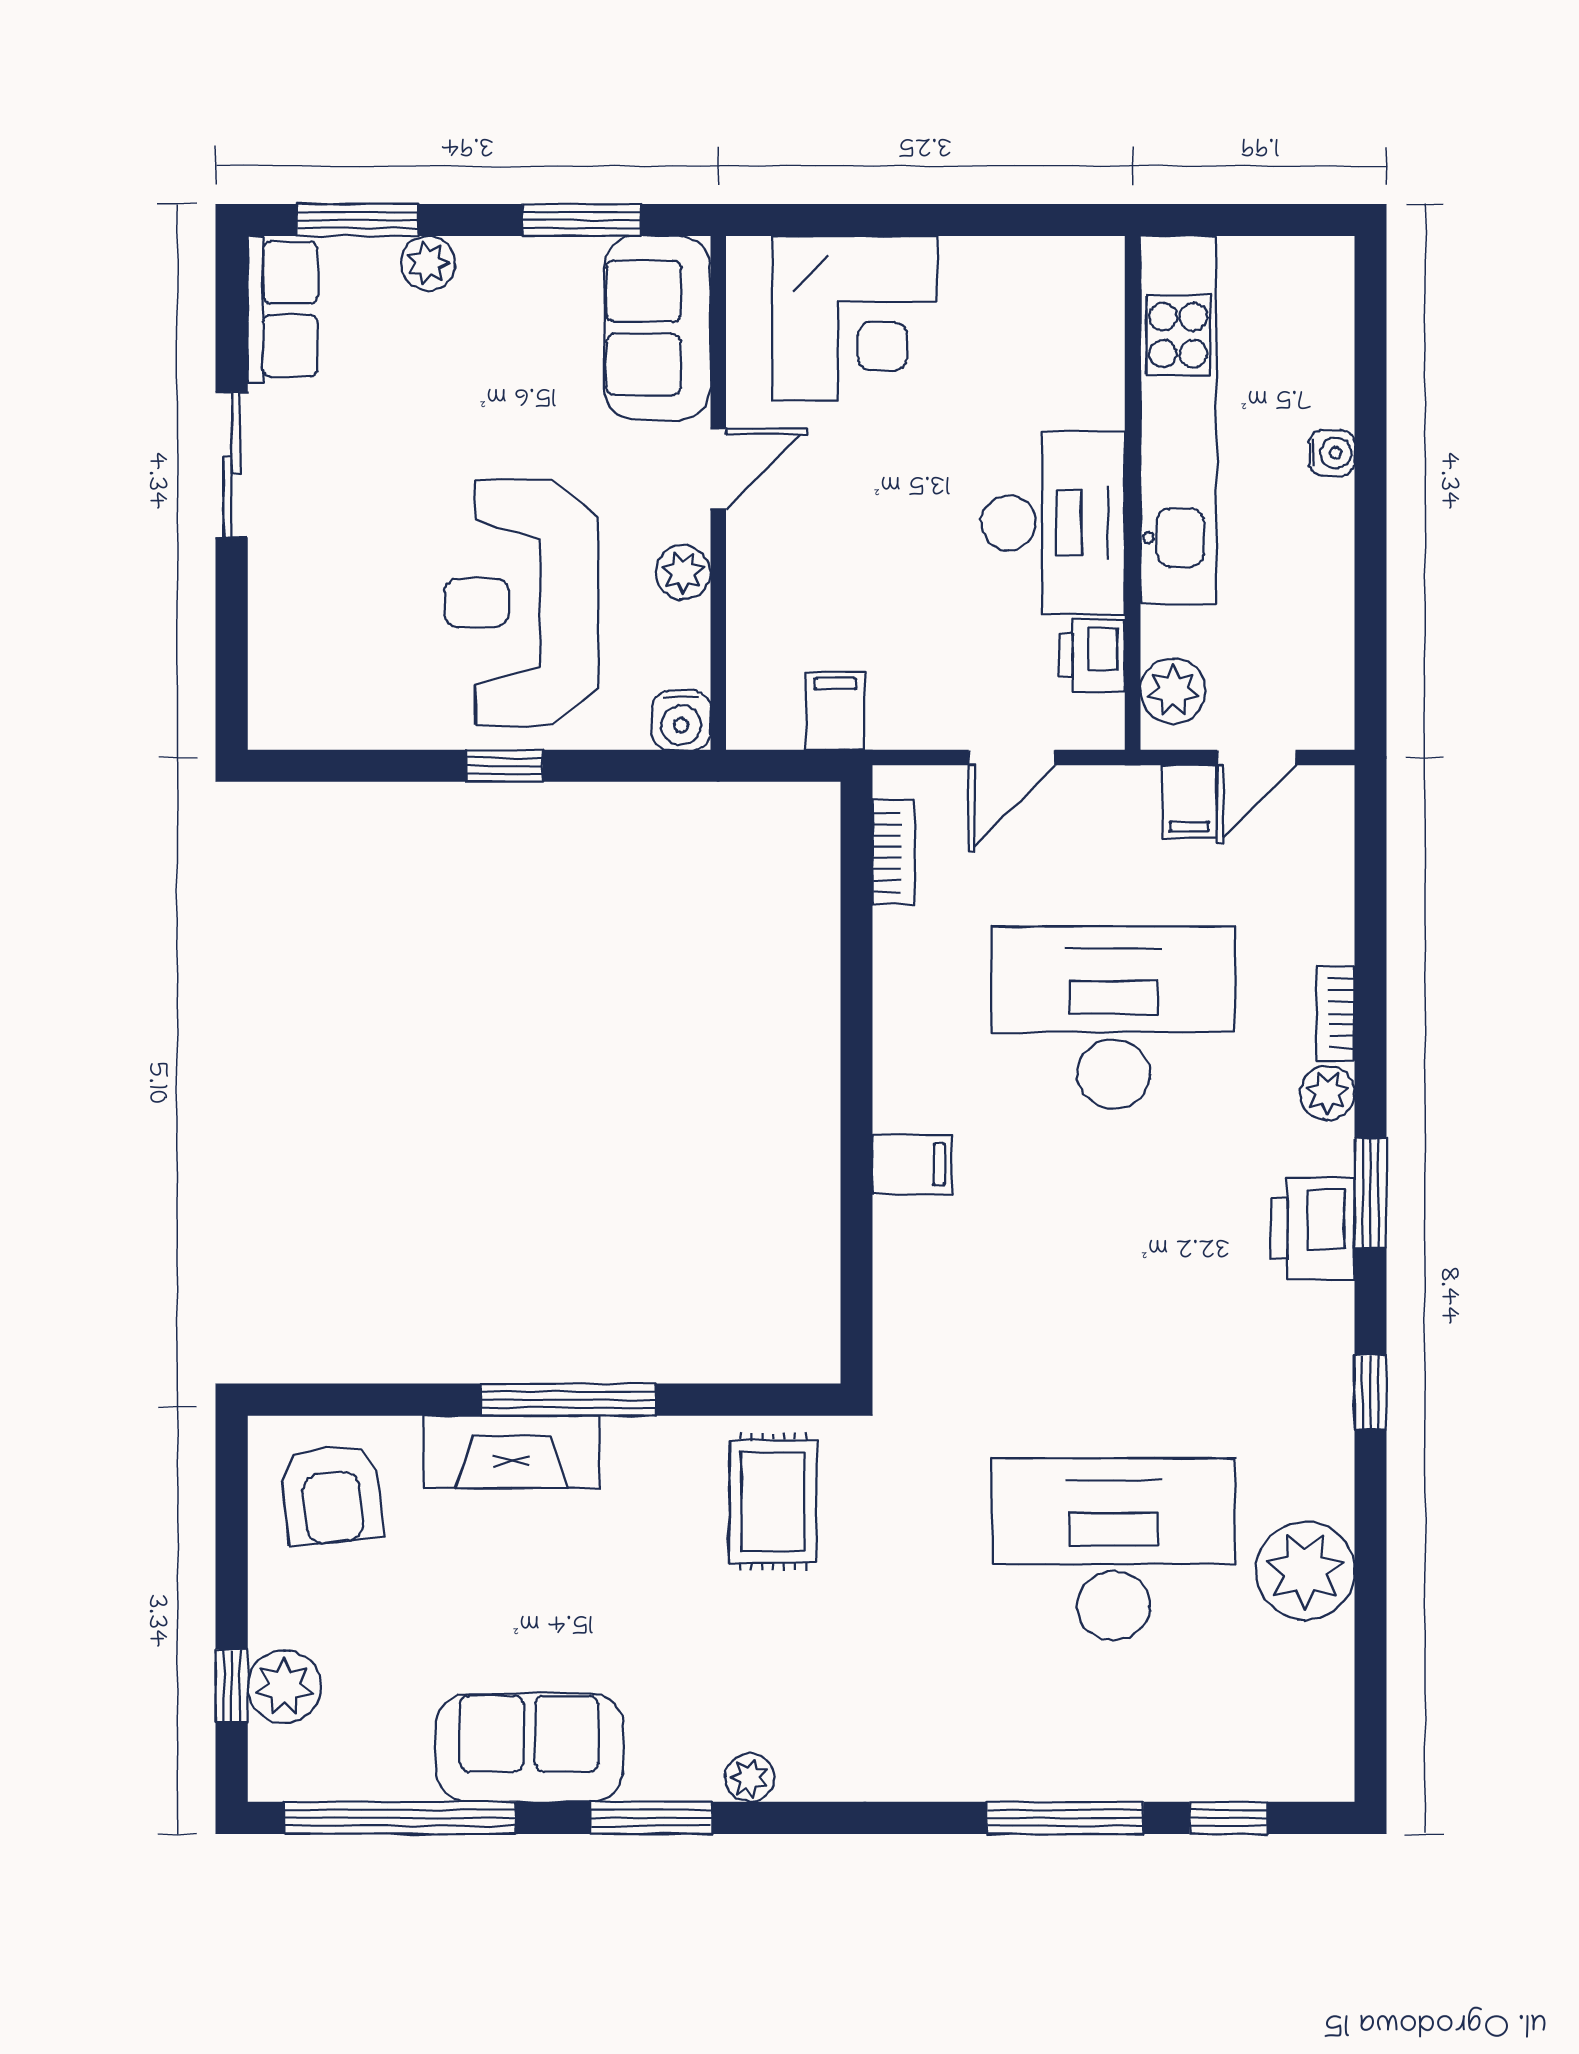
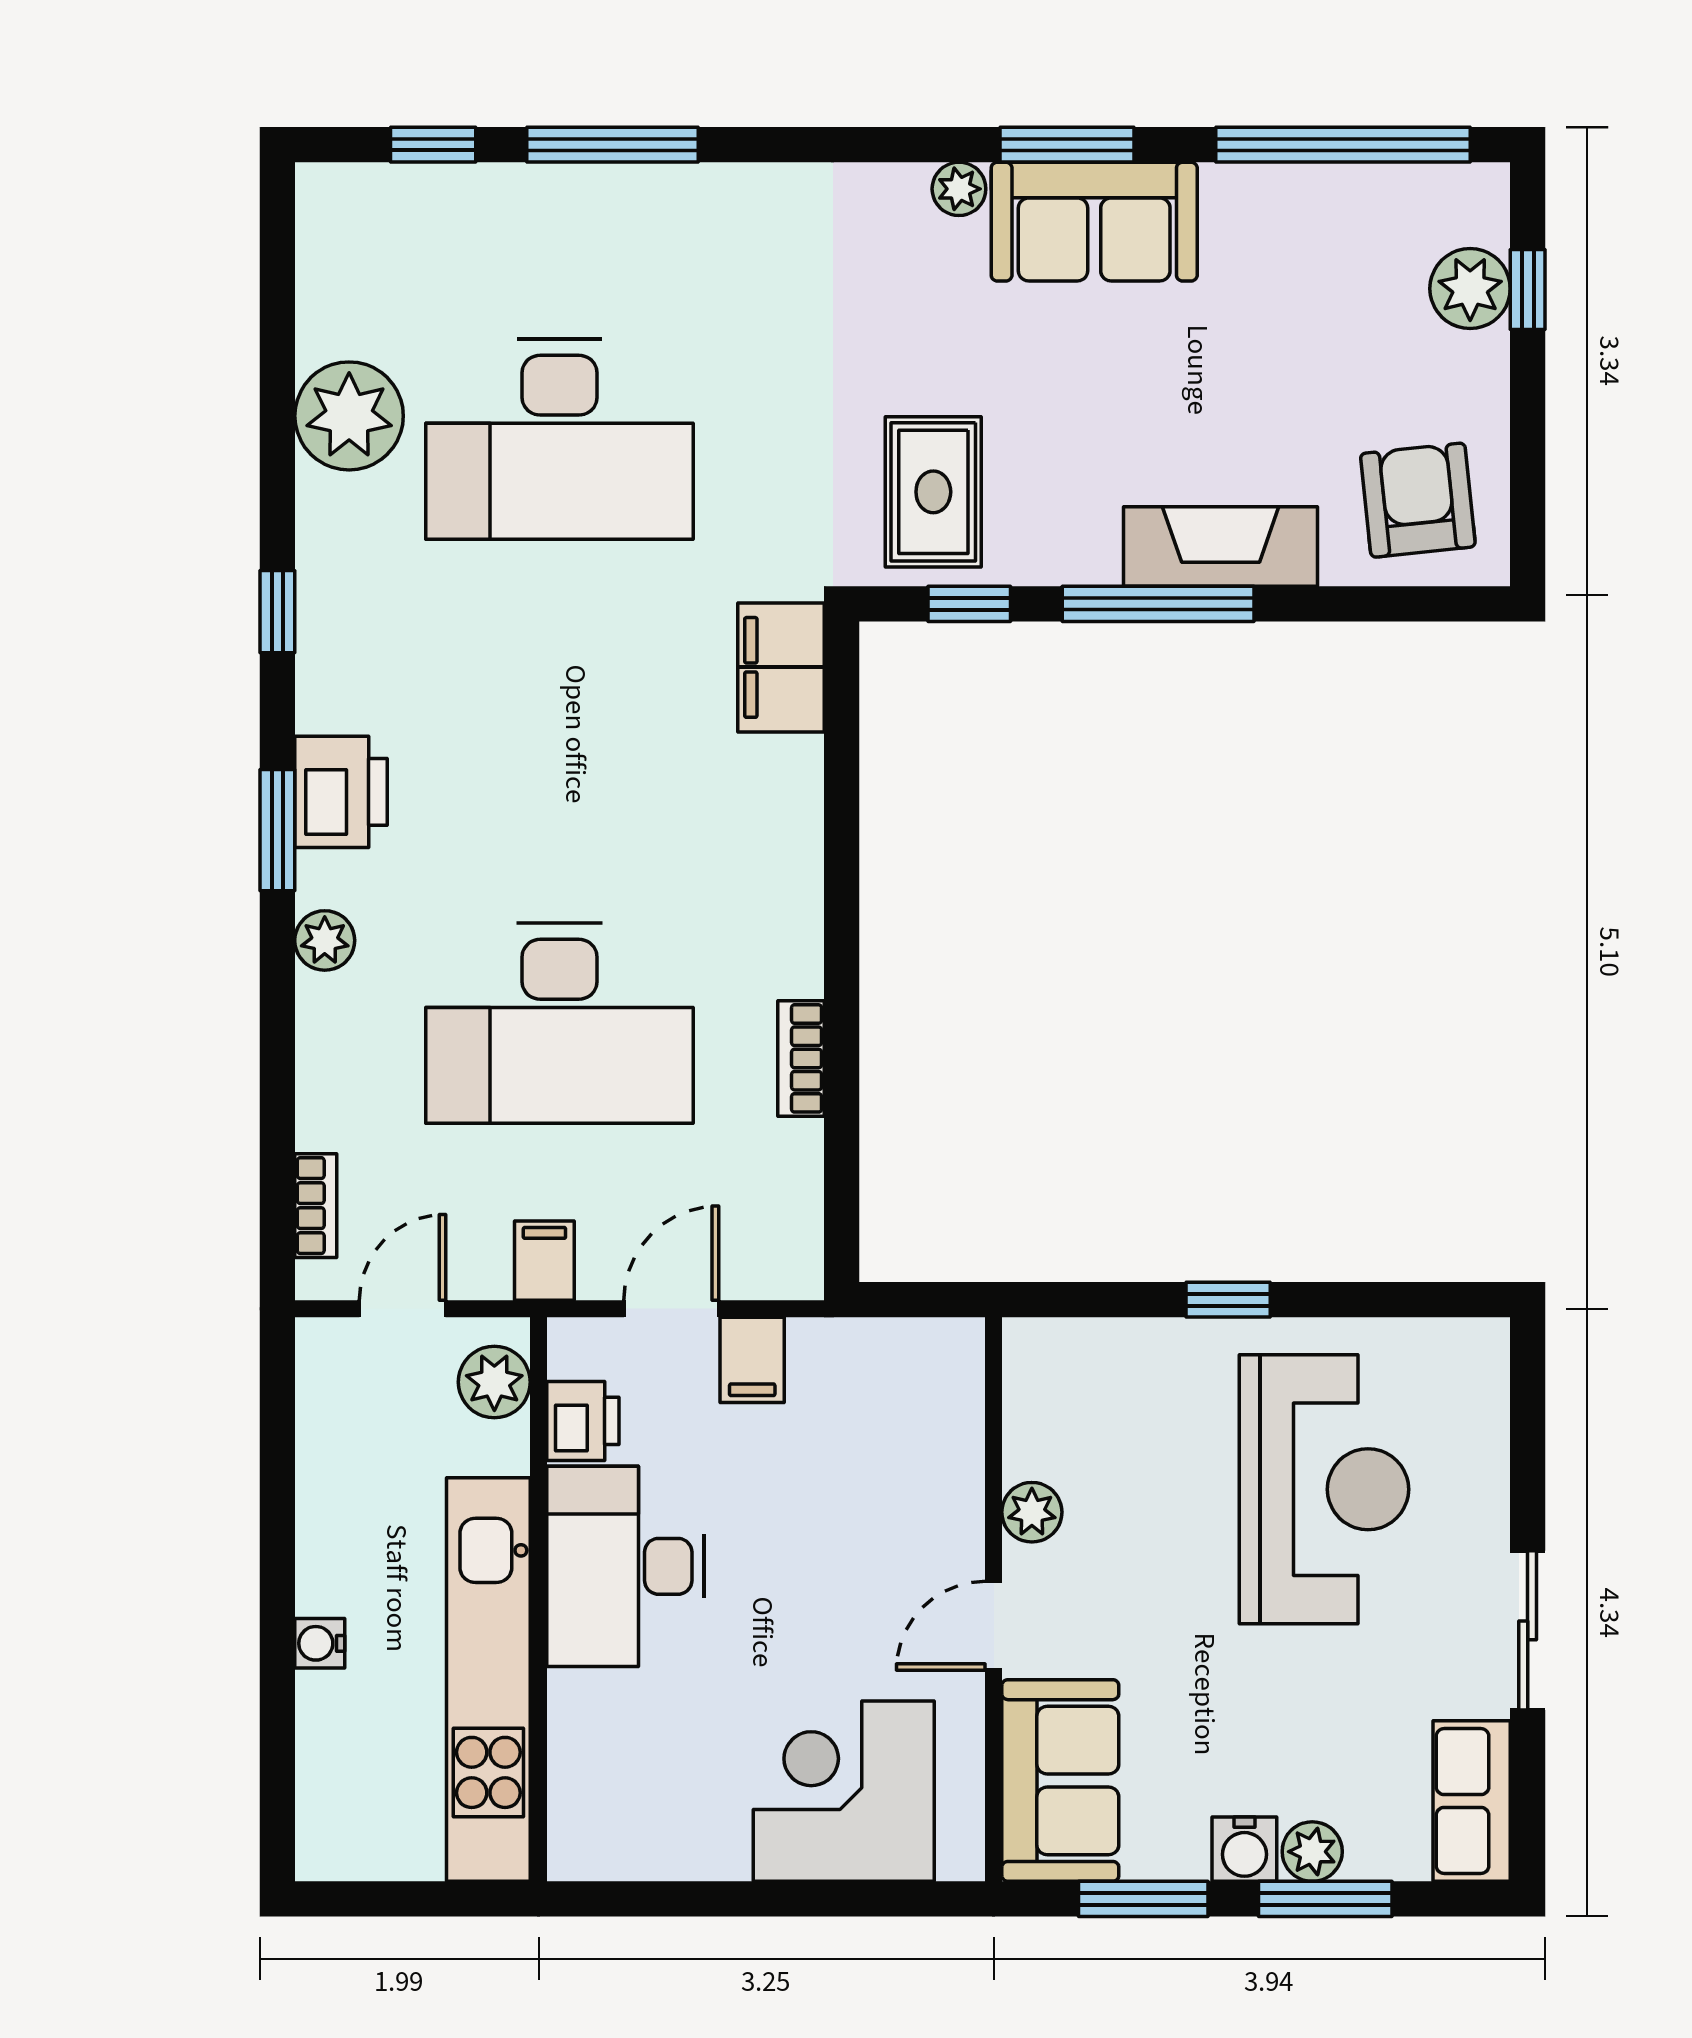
window: (358, 220) -> (1325, 1899), moved
reception desk: (521, 603) -> (1324, 1489), moved
filing cabinet: (835, 711) -> (752, 1360), moved
water cooler: (681, 720) -> (1244, 1849), moved, turned 180
filing cabinet: (1189, 801) -> (544, 1261), moved
bookcase: (894, 852) -> (801, 1058), moved
bookcase: (1336, 1013) -> (316, 1206), moved
filing cabinet: (912, 1164) -> (781, 667), moved, width x2.00
window: (740, 1400) -> (969, 604), added
sofa: (529, 1748) -> (1094, 222), moved

